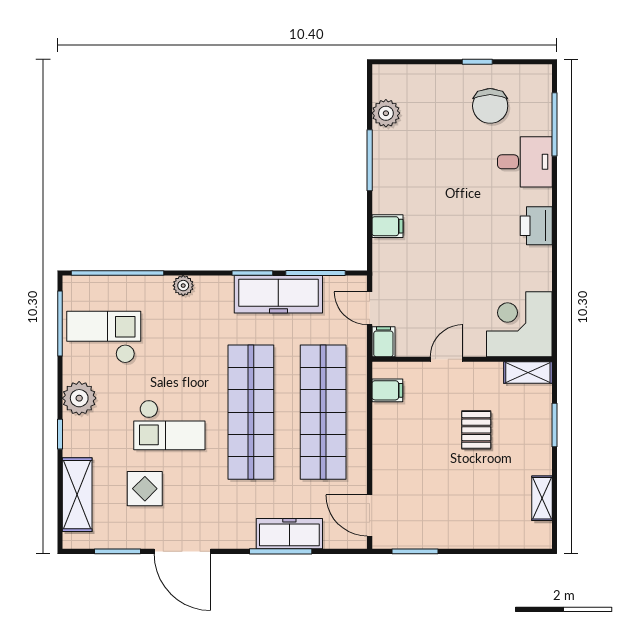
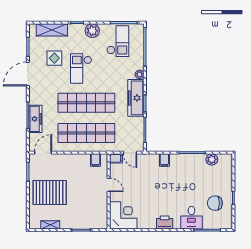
freezer: (278, 294) -> (136, 98), moved
door: (370, 308) -> (130, 153), swing flipped
shelving: (528, 373) -> (103, 219), removed
pallet: (476, 430) -> (50, 192), moved, width x2.05, depth x2.00

